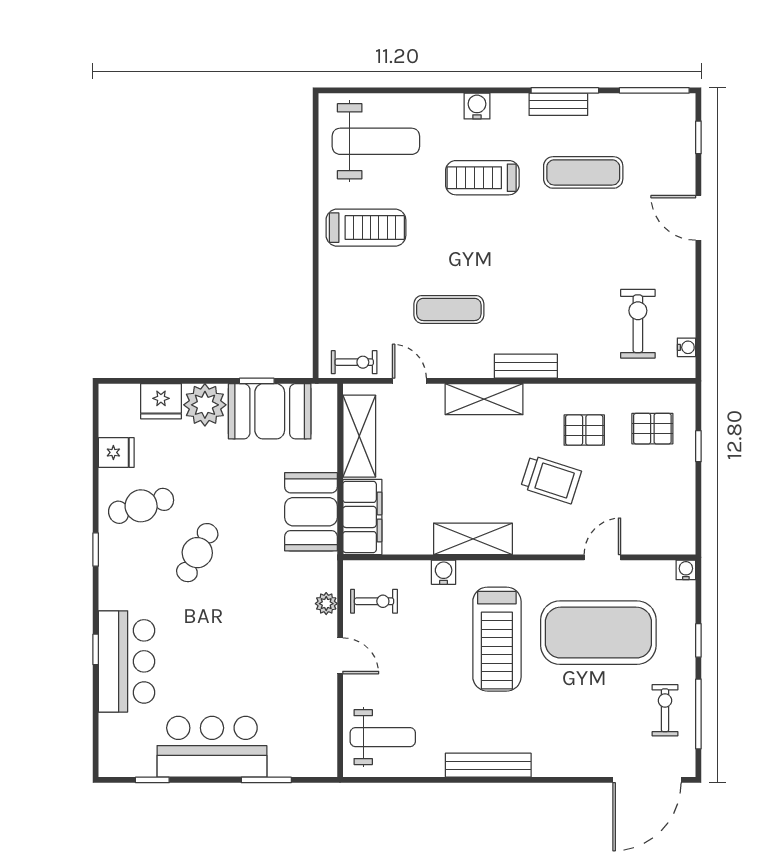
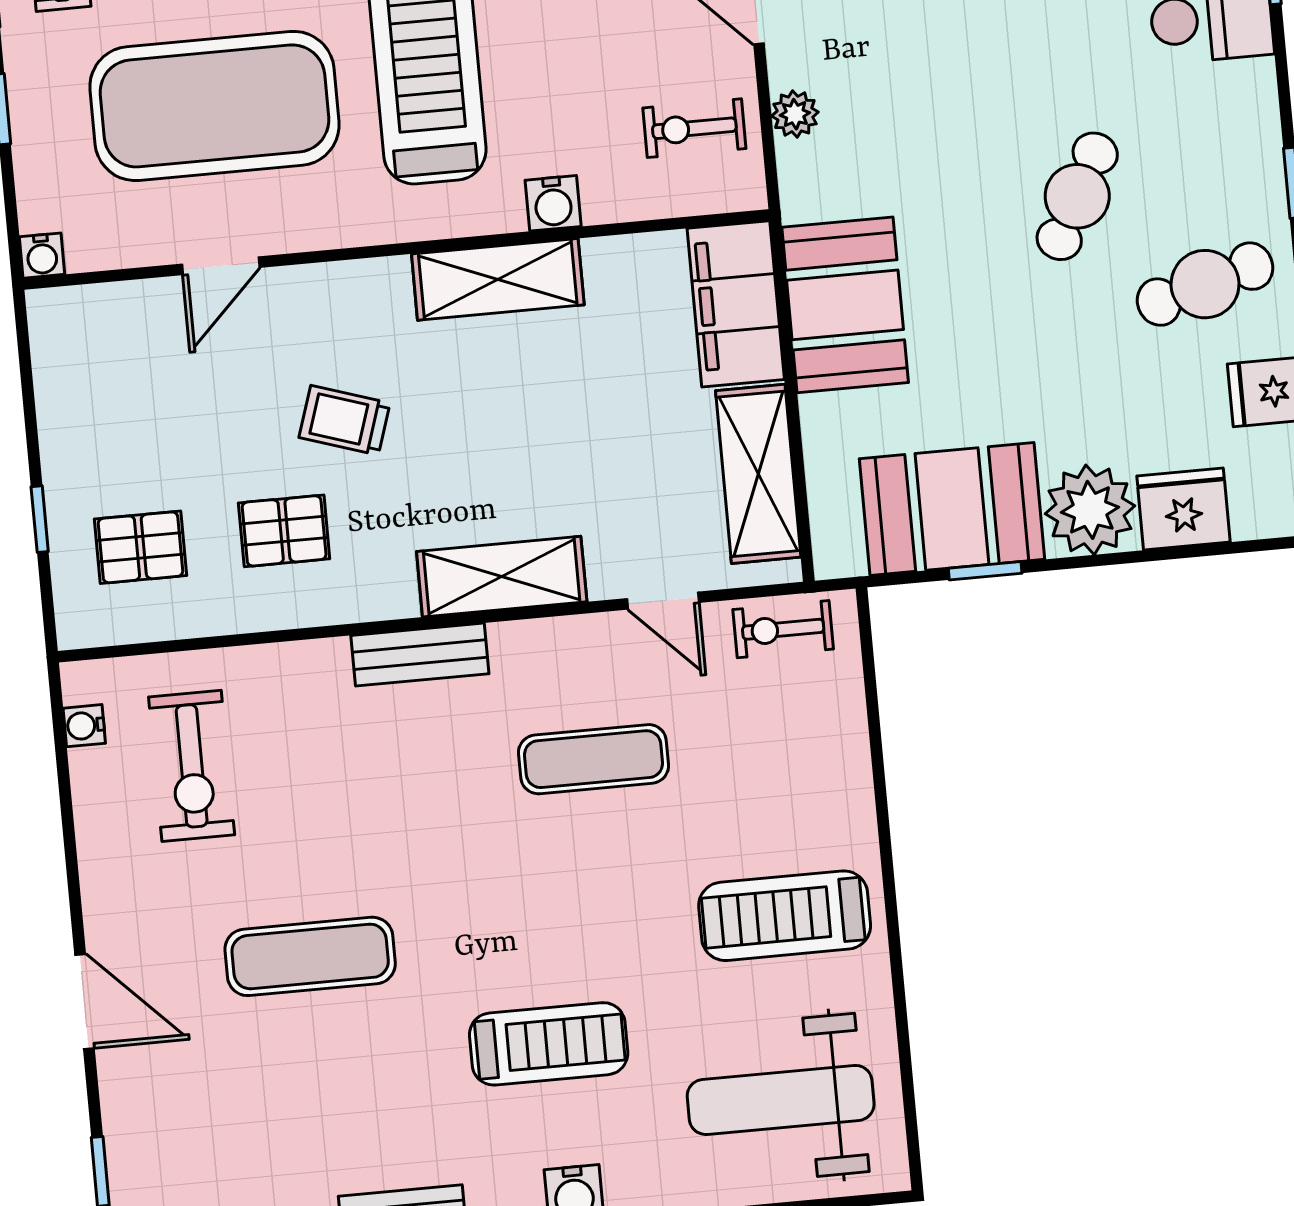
exercise mat: (583, 172) -> (310, 956), moved
trolley: (551, 479) -> (344, 420), width x0.73, depth x0.72

